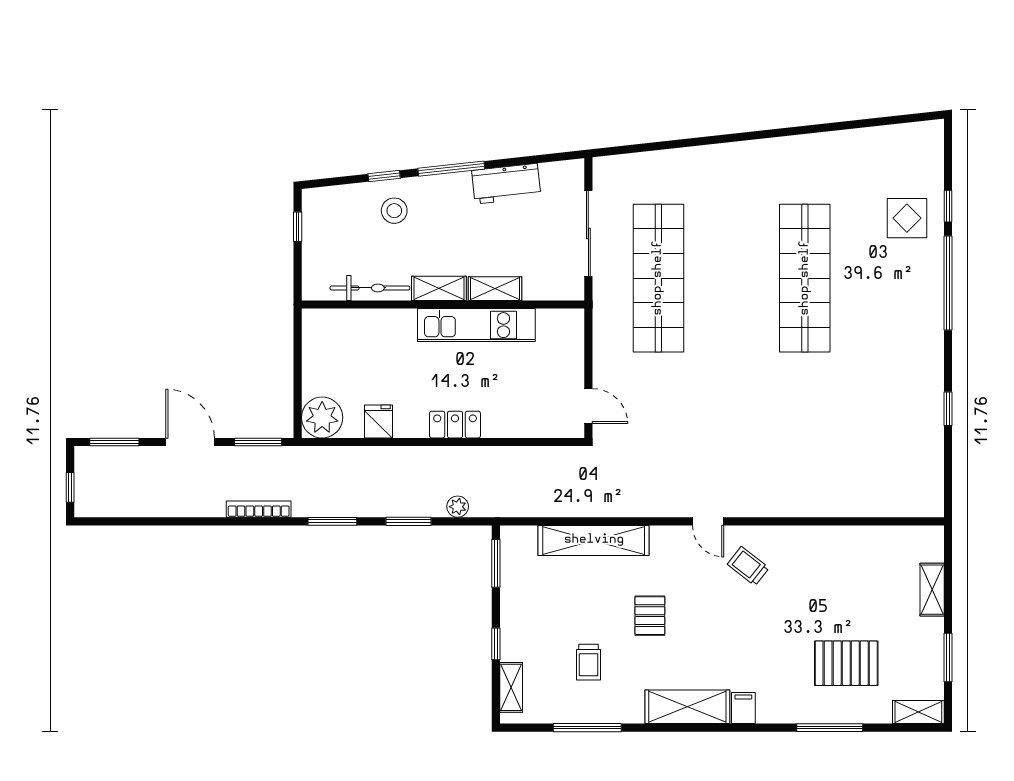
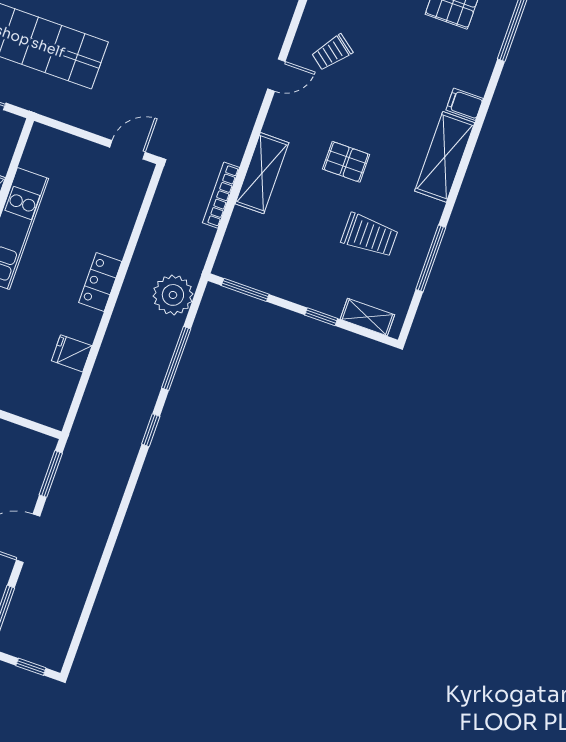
plant: (322, 418) -> (49, 405), removed
plant: (458, 507) -> (173, 295), width x1.87, depth x1.87
bookcase: (259, 509) -> (221, 195), moved
window: (332, 521) -> (151, 430), width x0.67
window: (408, 521) -> (176, 358), width x1.44
shelving: (594, 540) -> (262, 173), width x0.68
trolley: (589, 662) -> (370, 235), width x1.36, depth x1.39

